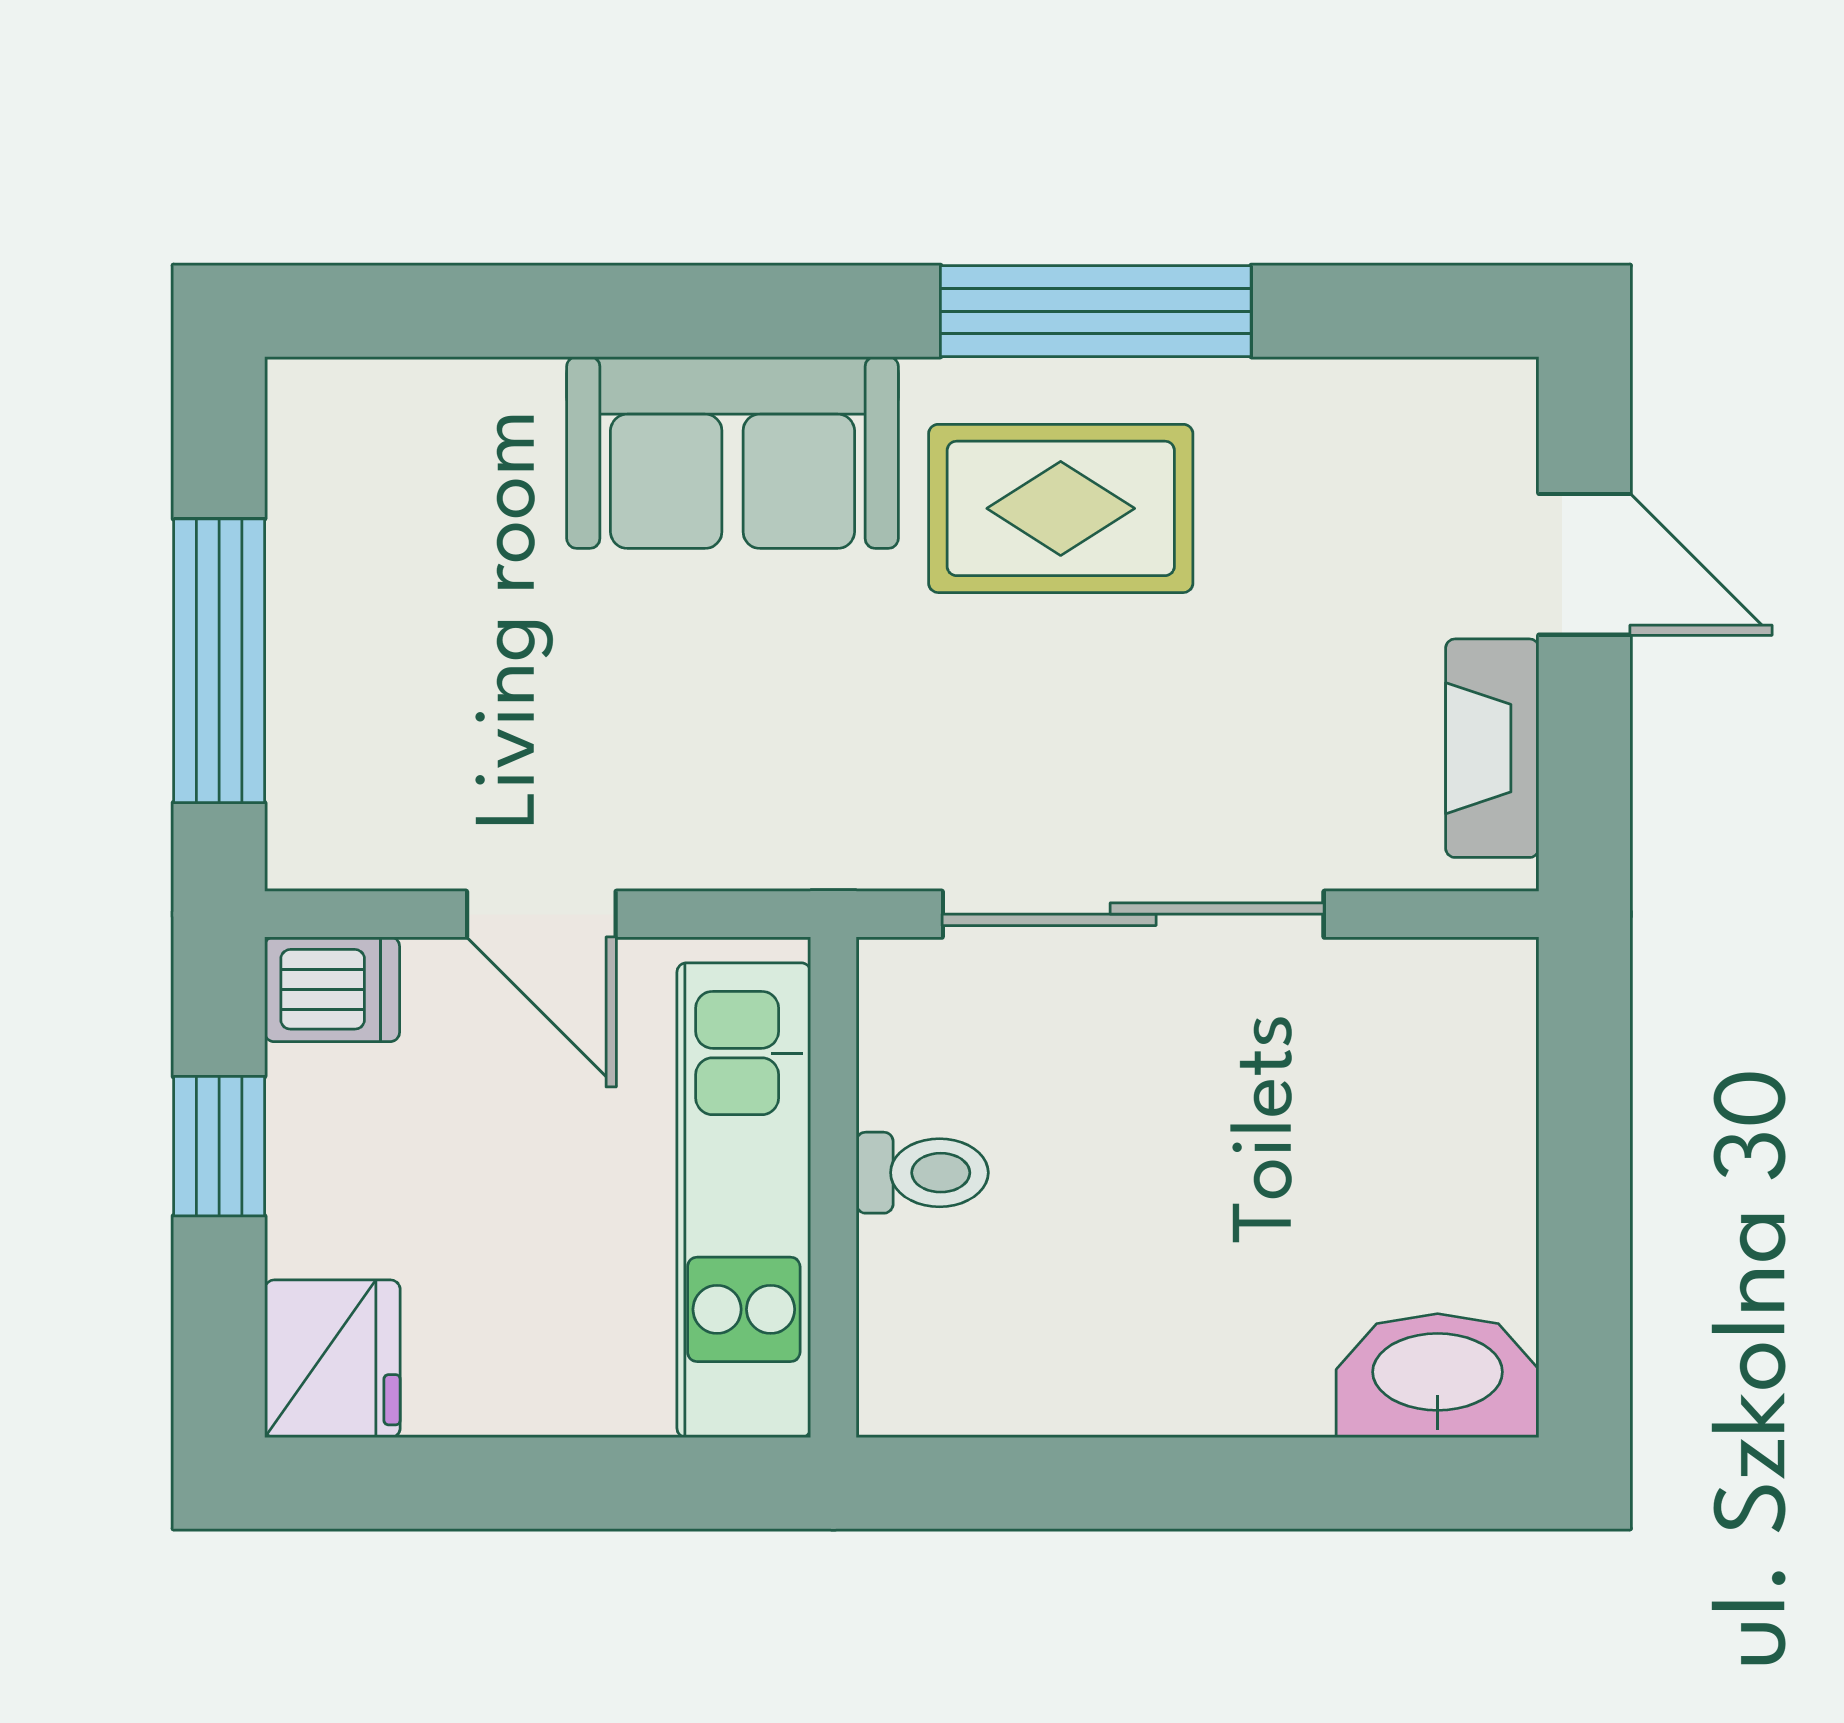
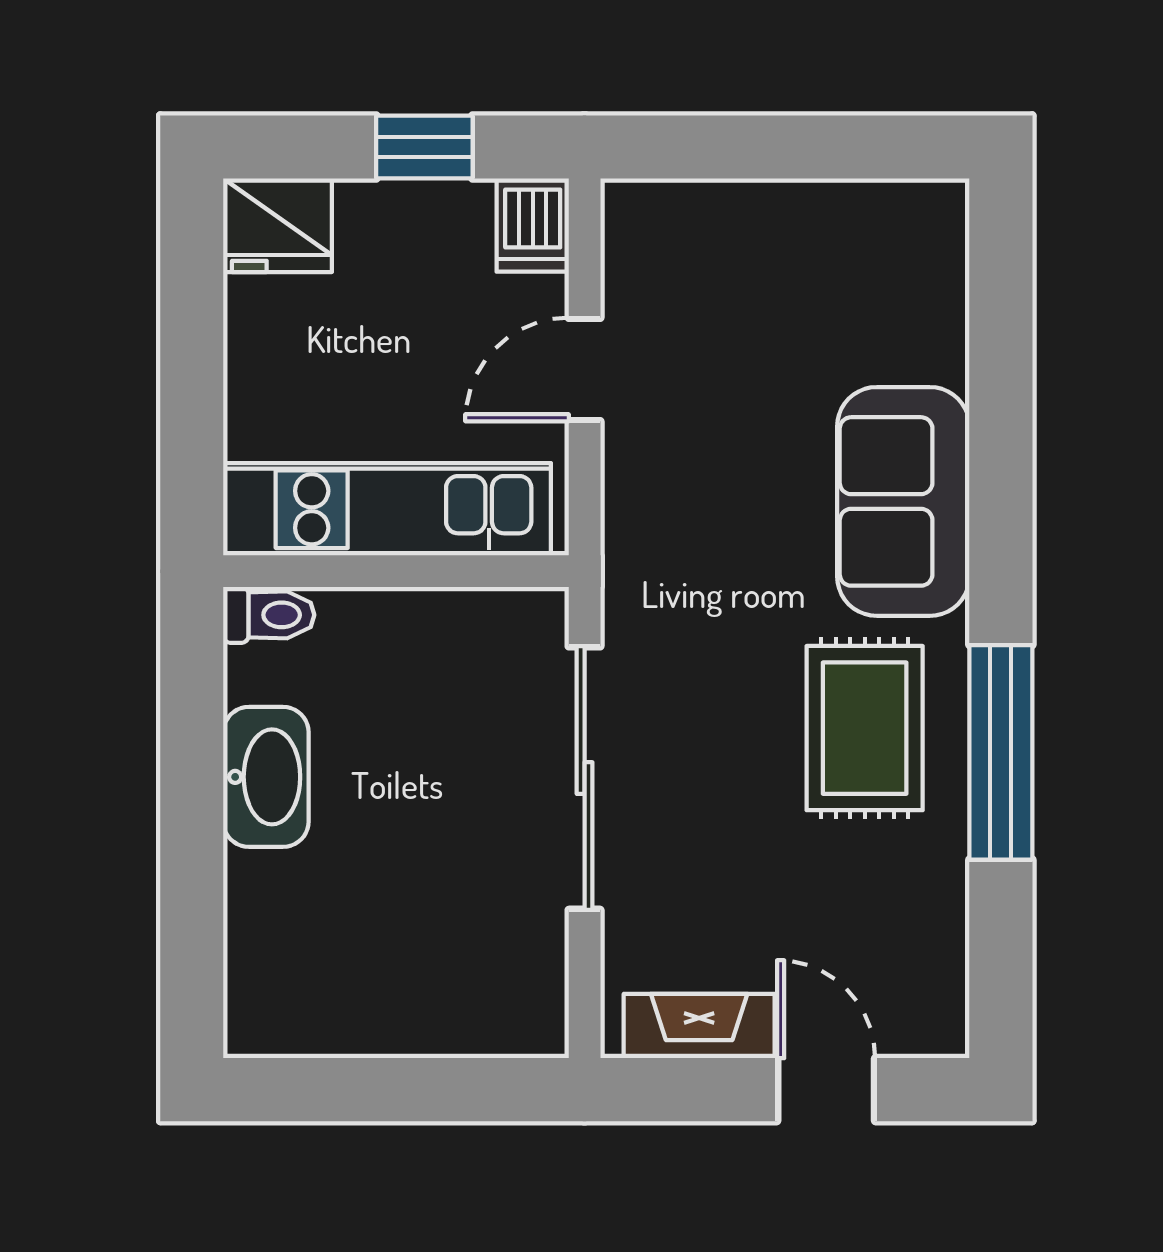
door: (1584, 564) -> (826, 1090), swing flipped
window: (219, 661) -> (760, 147), removed
toilet: (922, 1173) -> (269, 615), moved, turned -90
washbasin: (1438, 1376) -> (266, 777), moved

